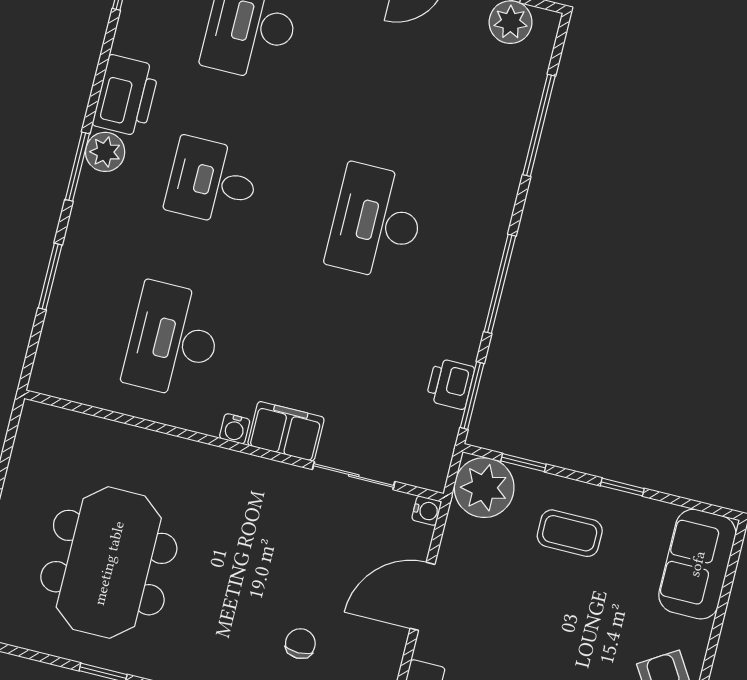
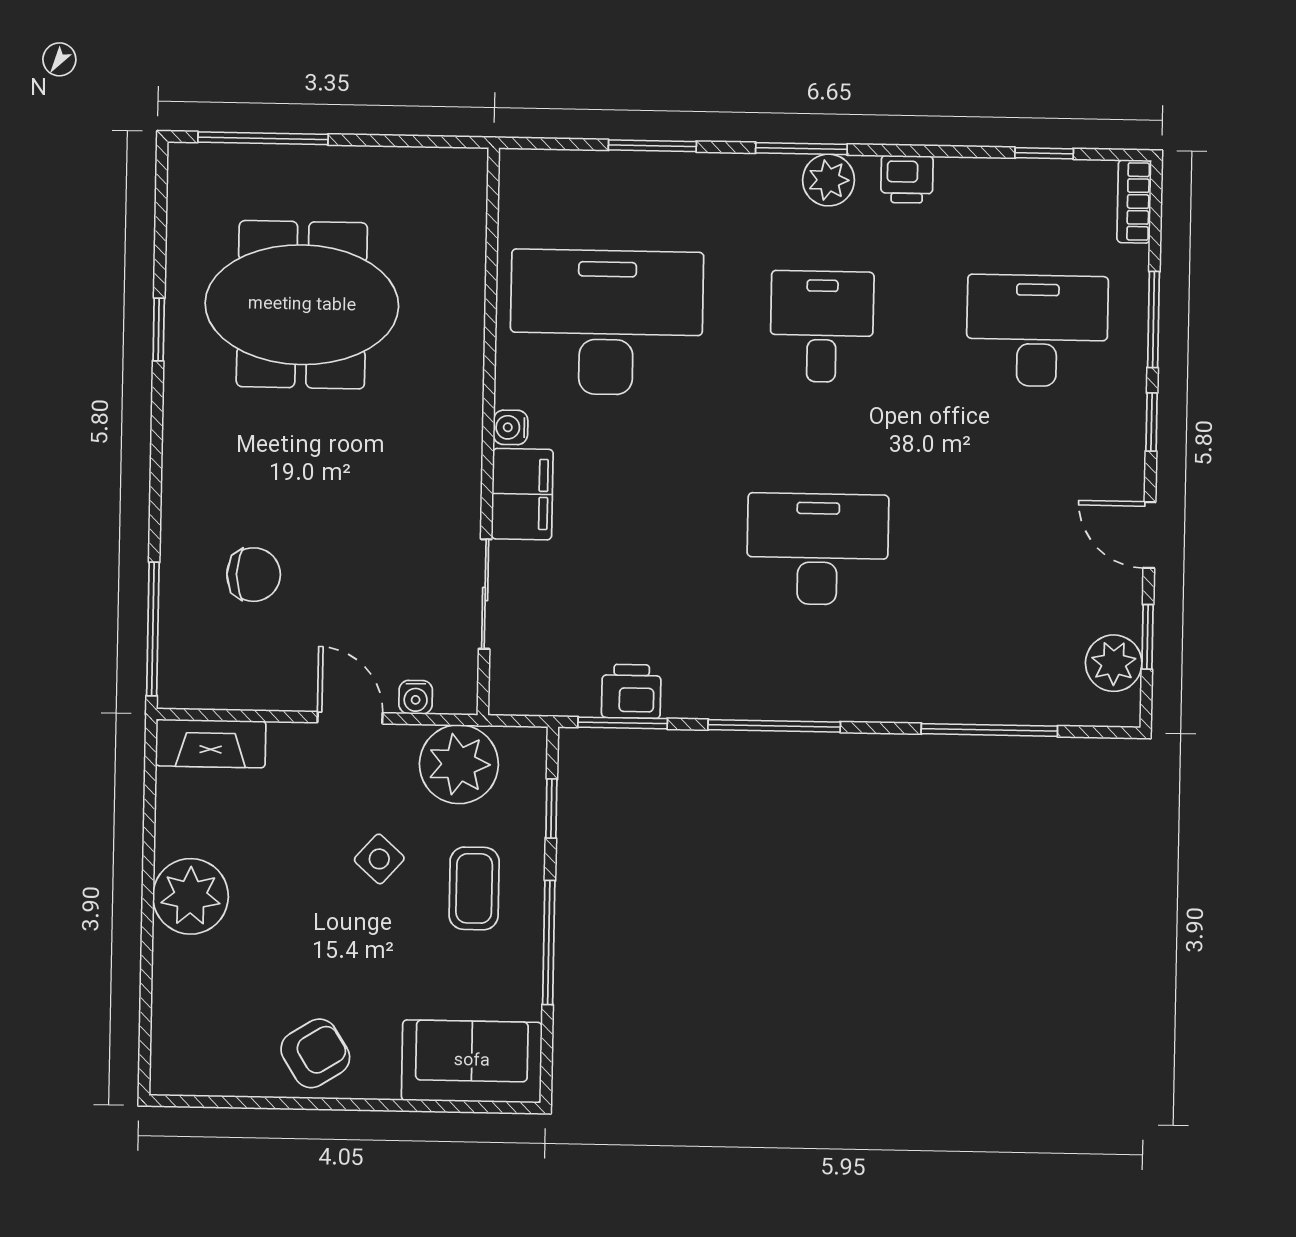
printer: (126, 96) -> (907, 179), width x0.53, depth x0.68
desk: (173, 340) -> (607, 322), width x1.36, depth x1.30
window: (622, 487) -> (549, 943), width x2.17
plant: (484, 488) -> (459, 764), moved
water cooler: (427, 511) -> (416, 697), moved
door: (422, 596) -> (350, 718), width x0.73
side table: (532, 598) -> (379, 859), added
chair: (300, 644) -> (254, 575), width x1.37, depth x1.37

